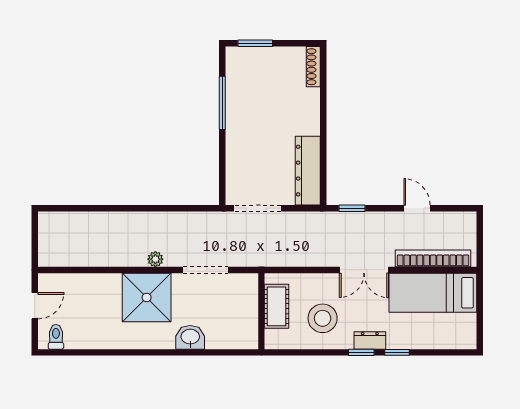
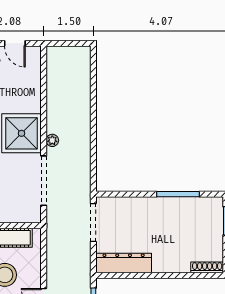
doorway: (205, 270) -> (44, 181), width x1.36

